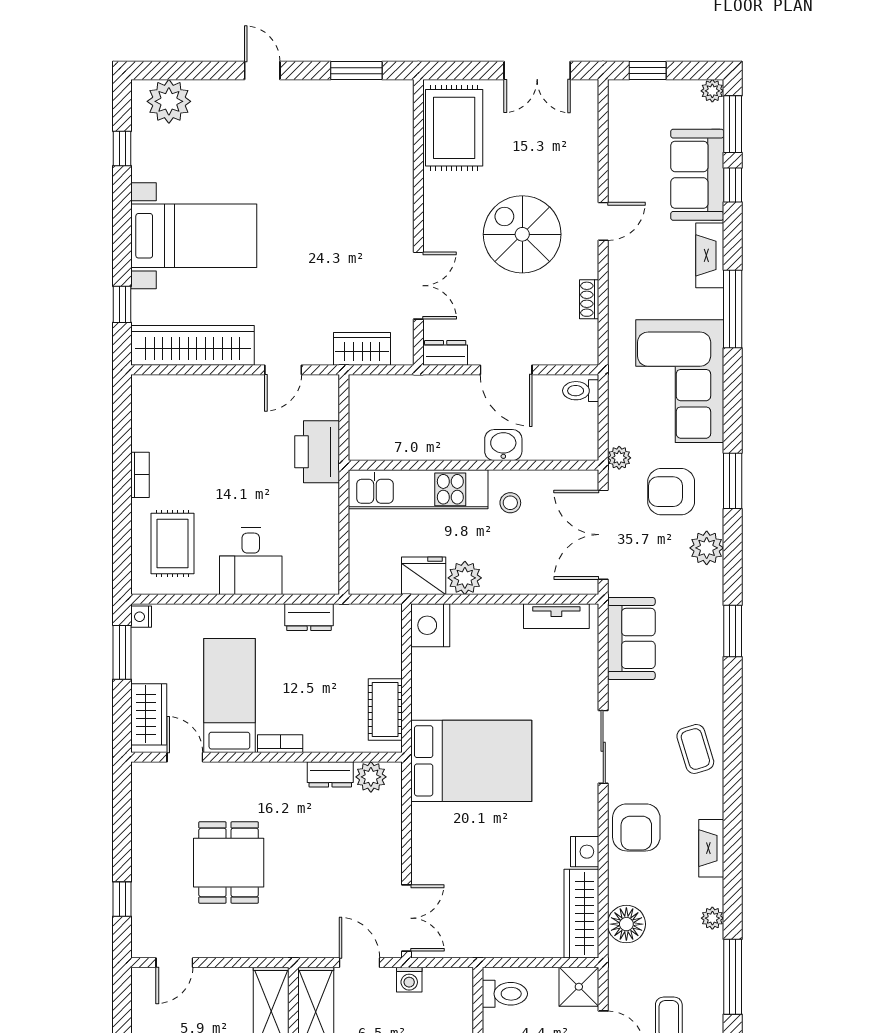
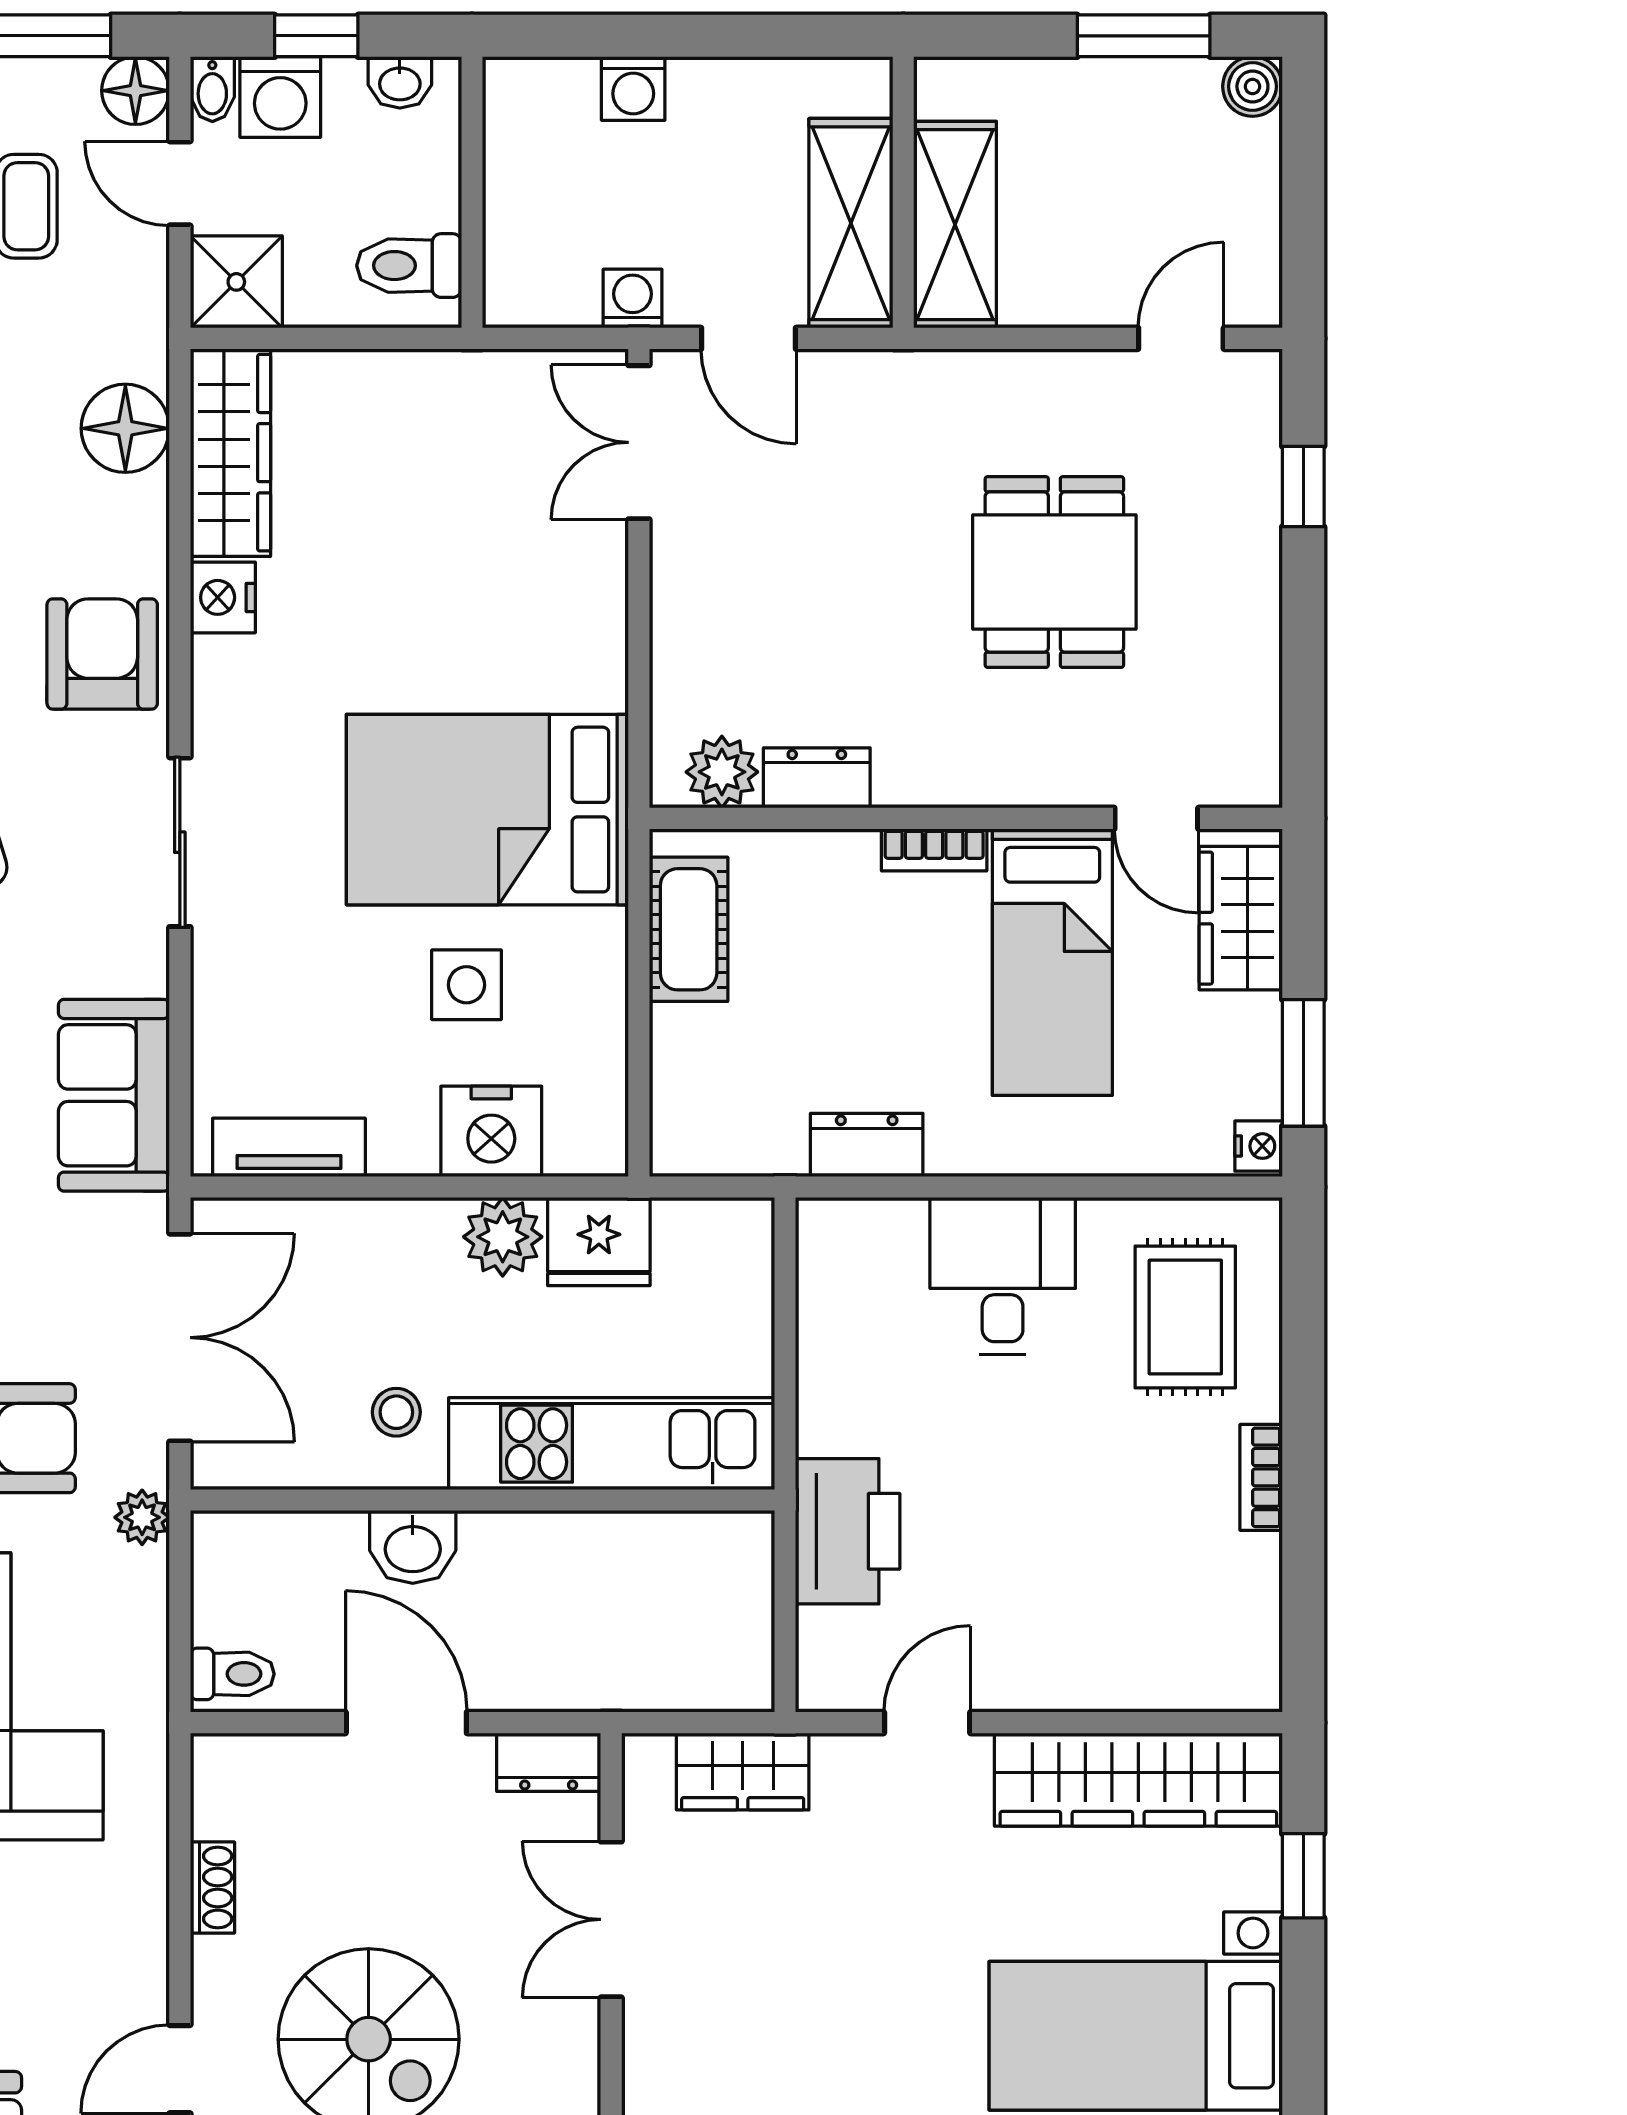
nightstand: (430, 625) -> (491, 1131), moved, turned 90
side table: (480, 686) -> (466, 985), added

